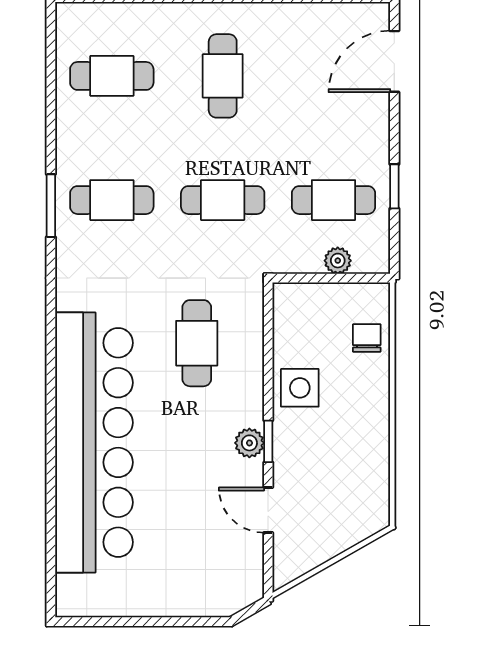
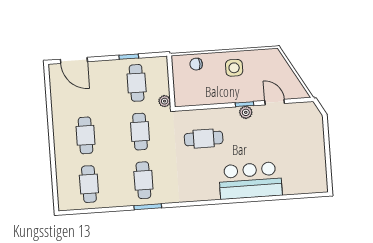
cafe table: (223, 76) -> (86, 135), turned 90
plant: (338, 261) -> (165, 101), moved
side table: (300, 388) -> (234, 68), moved
bar counter: (94, 442) -> (250, 181), width x0.54
door: (268, 510) -> (275, 102), swing flipped

